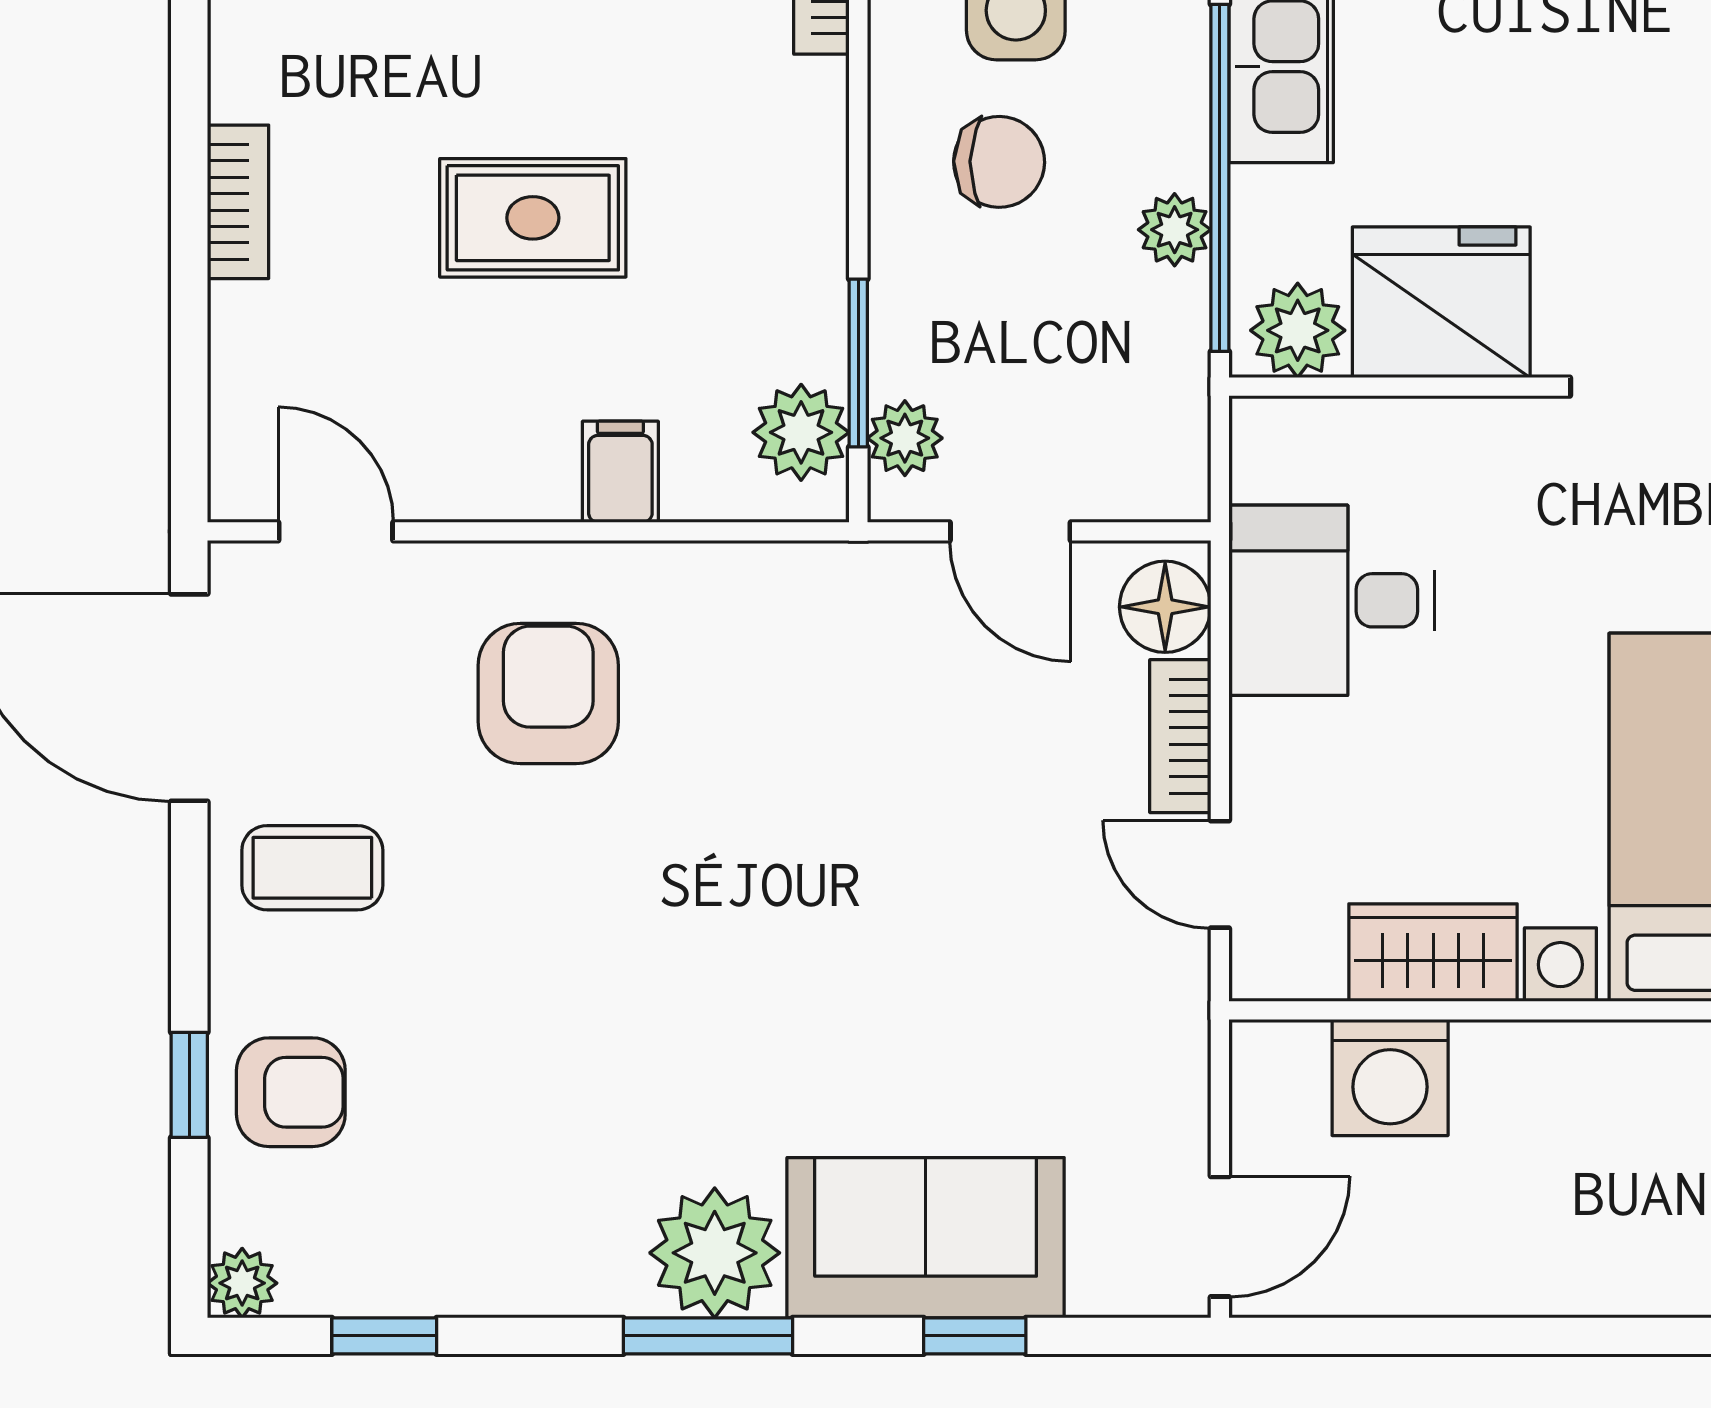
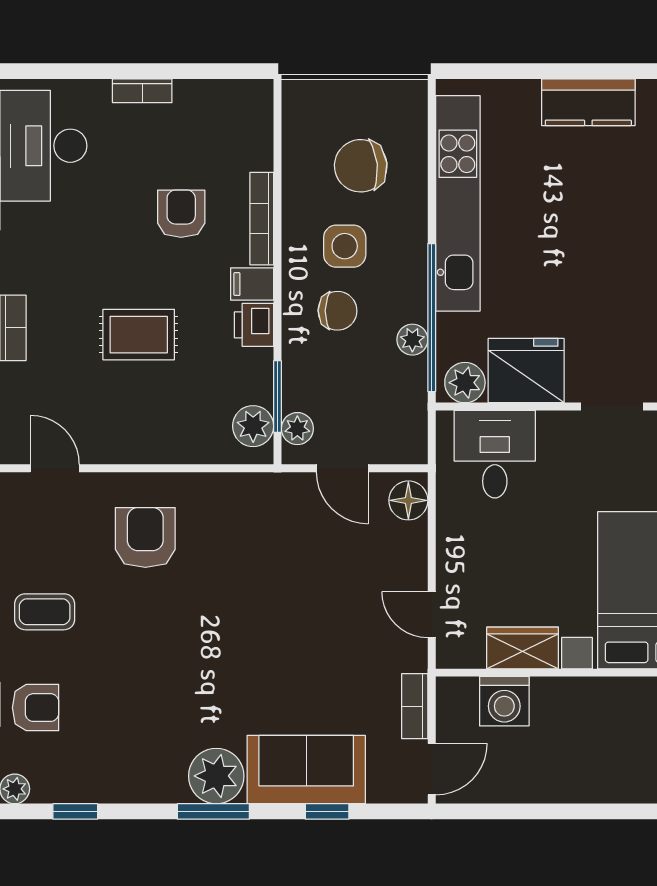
printer: (803, 195) -> (254, 325), added
filing cabinet: (620, 472) -> (252, 284), moved, turned -90
desk: (1331, 600) -> (495, 454), moved, turned 90
bookcase: (1180, 736) -> (415, 706), moved

